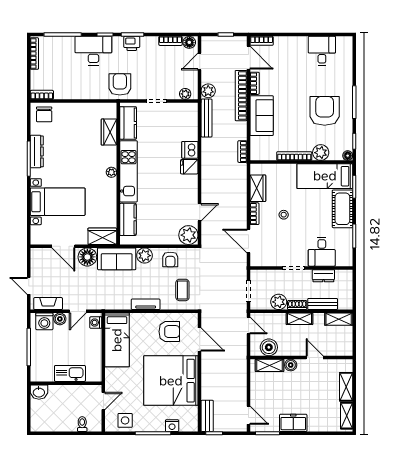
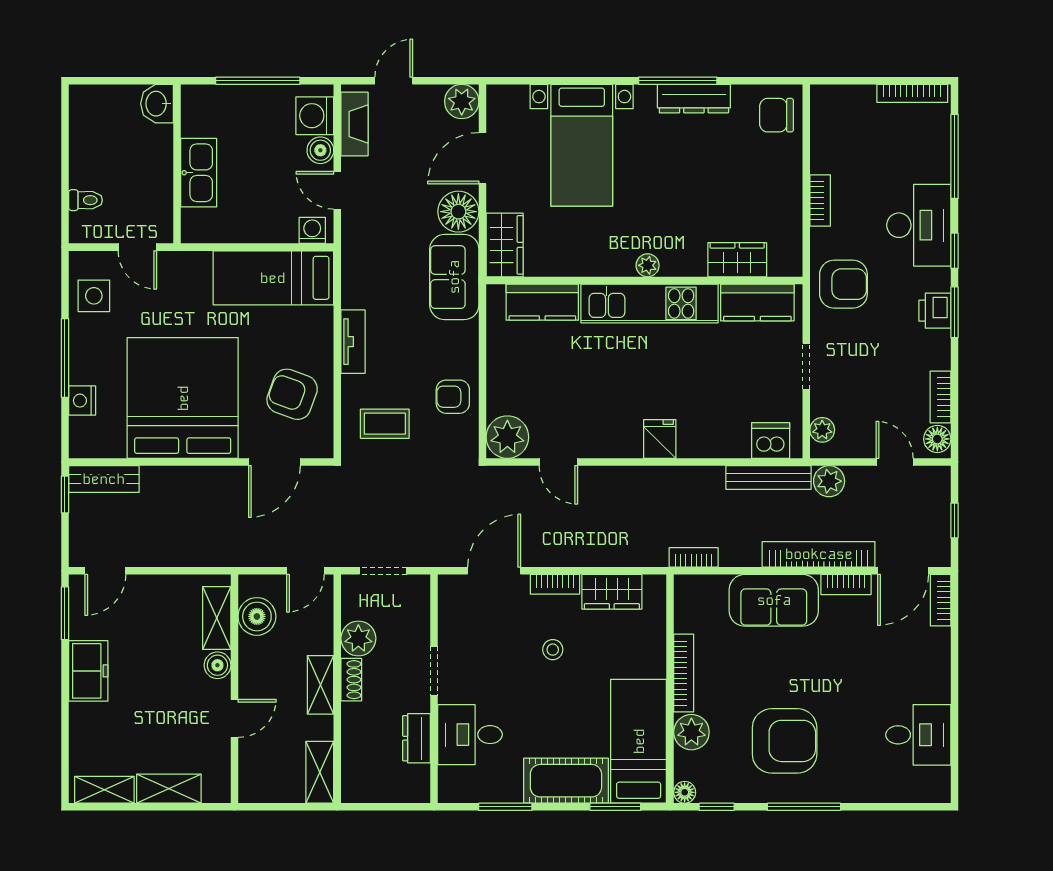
bookcase: (42, 95) -> (820, 200), moved
dishwasher: (190, 150) -> (771, 440), moved
plant: (145, 256) -> (462, 102), moved
bench: (323, 304) -> (354, 736), removed
armchair: (169, 332) -> (292, 394), turned 110

